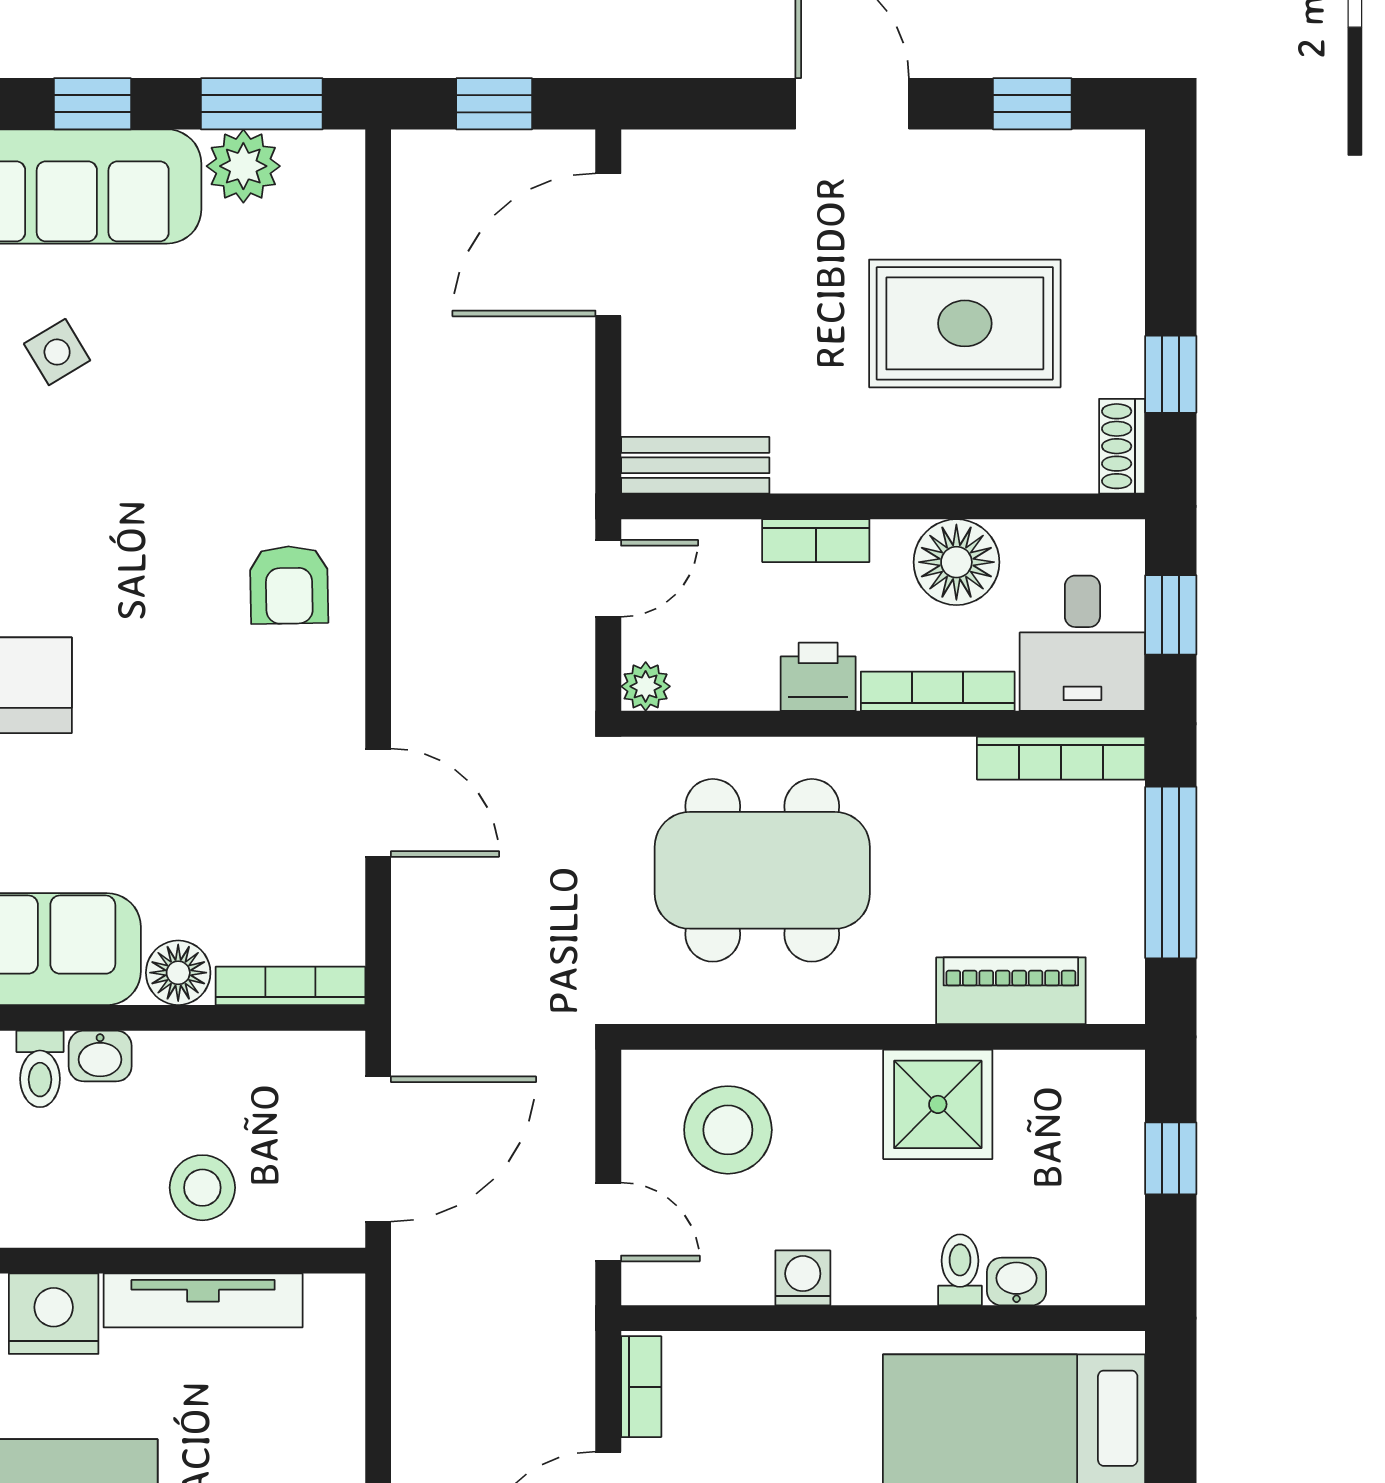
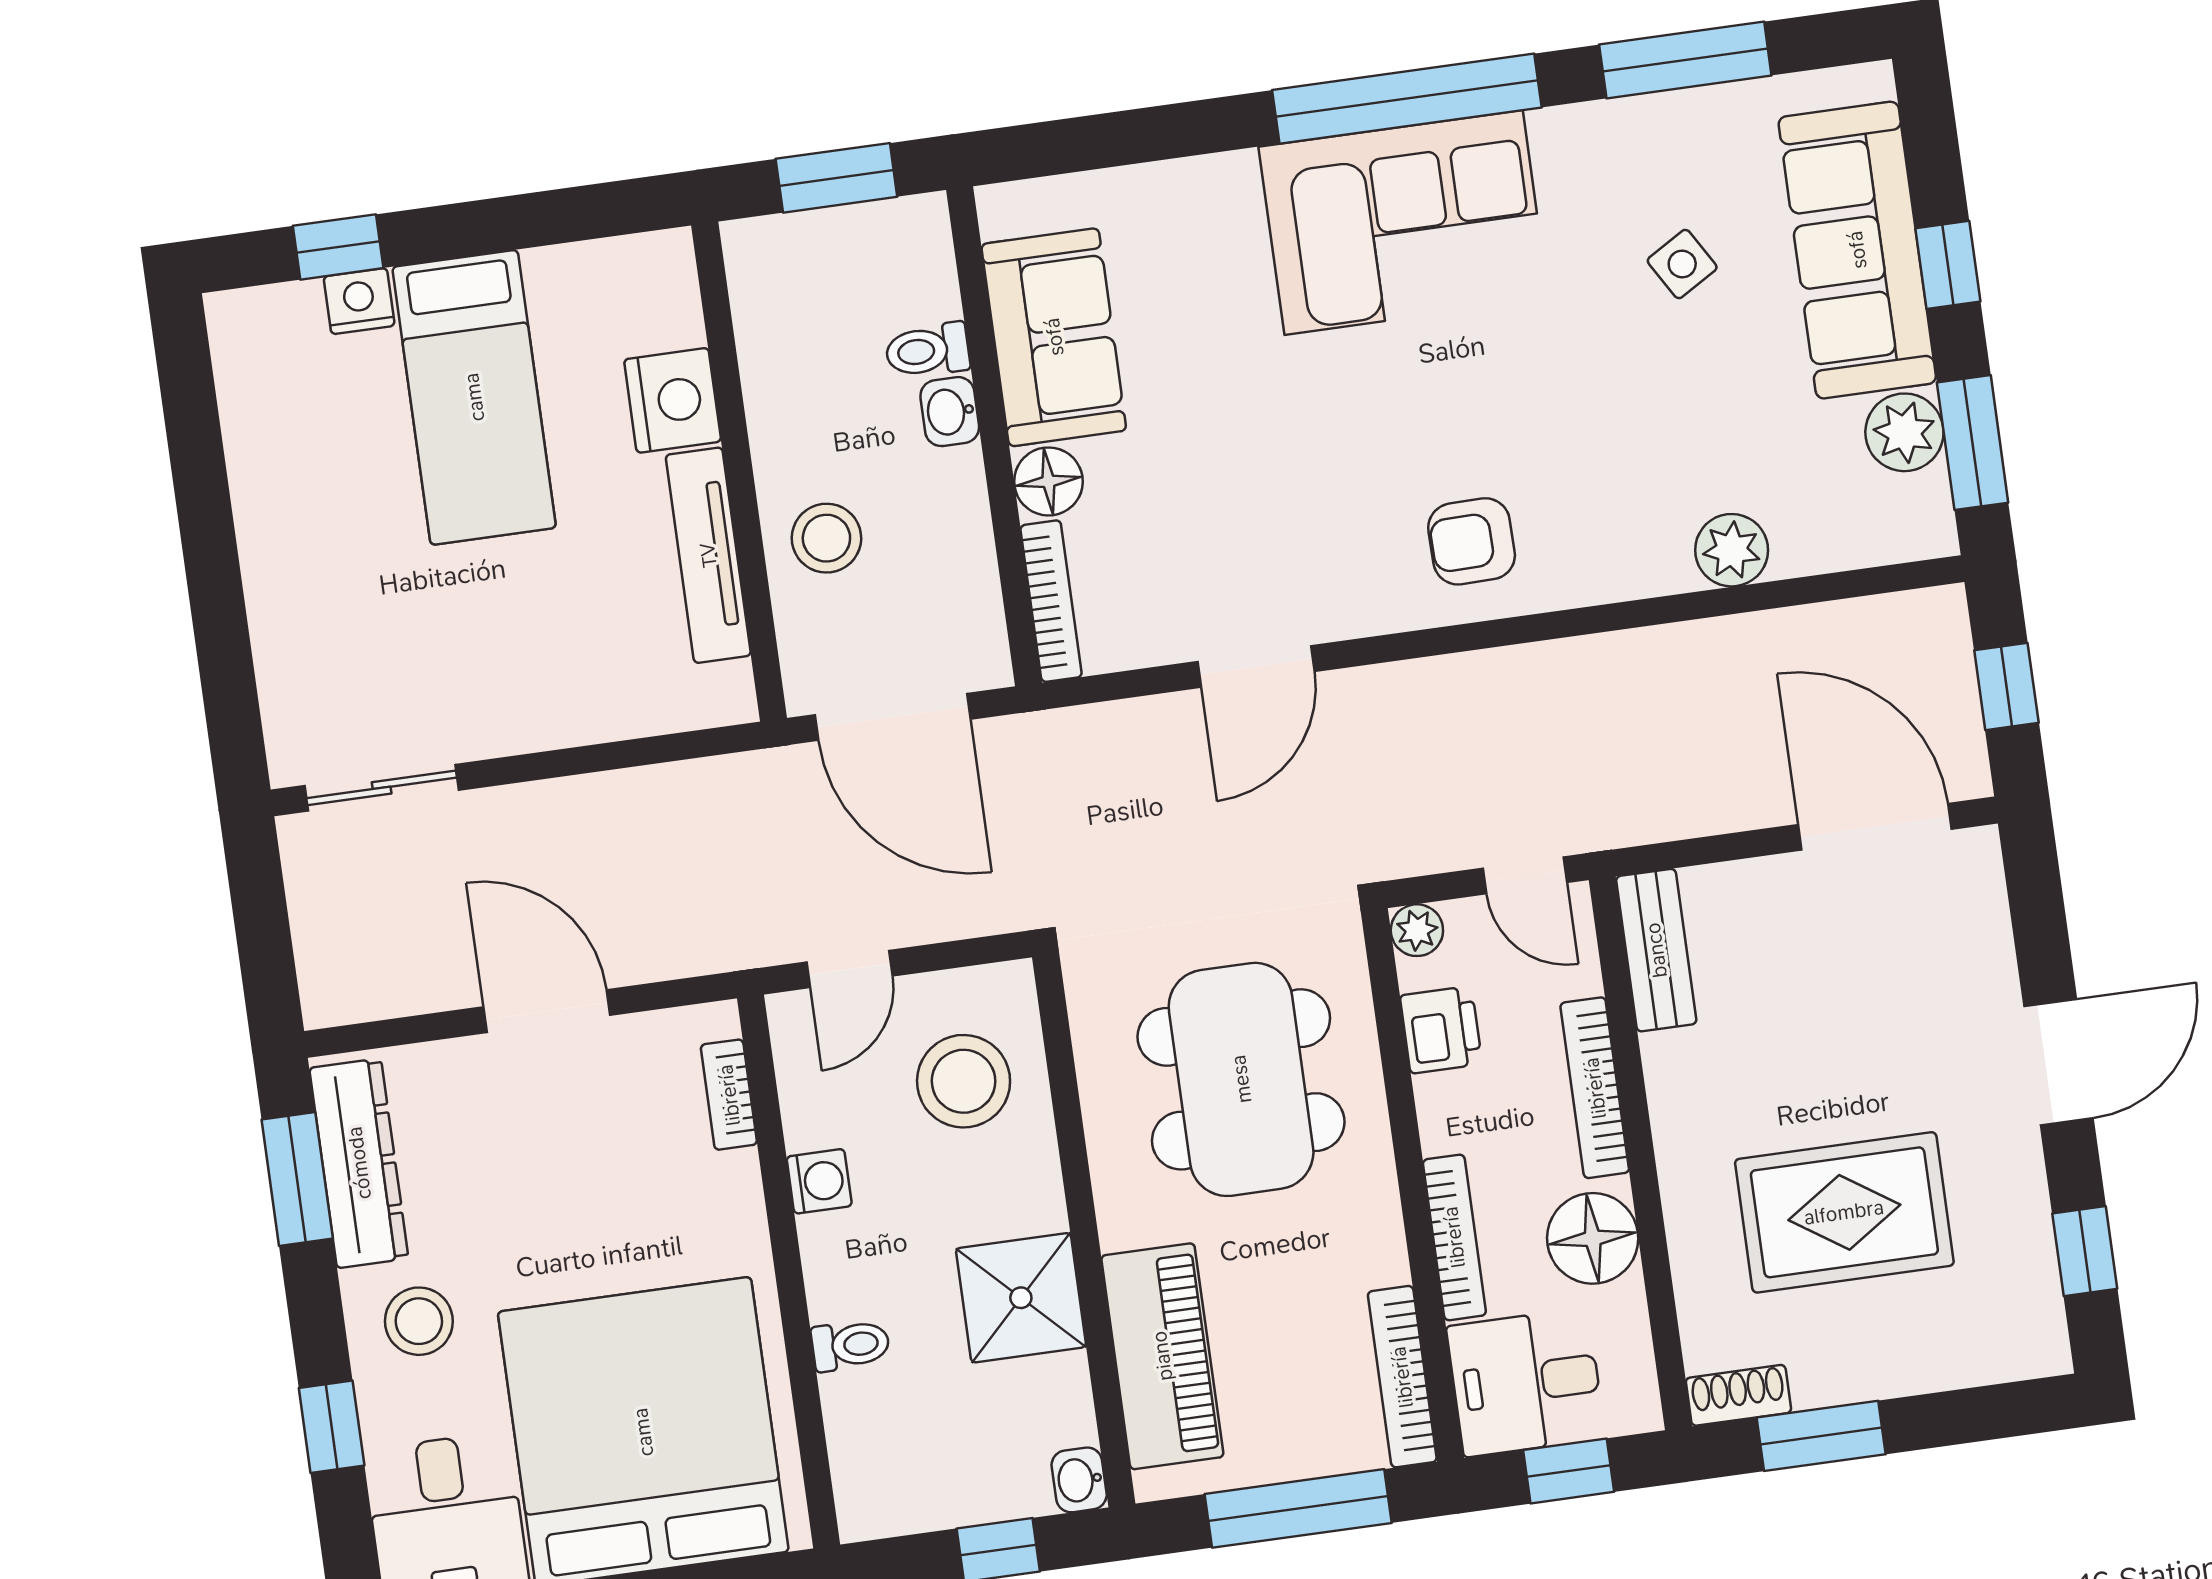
rug: (965, 323) -> (1844, 1212), turned 90
plant: (331, 343) -> (1732, 550), added
window: (1171, 374) -> (1821, 1436), width x1.50
bookcase: (816, 541) -> (1595, 1088), width x1.56
printer: (818, 677) -> (1441, 1030), moved
piano: (1011, 991) -> (1162, 1356), width x1.37, depth x1.33
washbasin: (1016, 1282) -> (1079, 1480), moved, turned 180
bookcase: (641, 1387) -> (729, 1095), moved, turned 90

